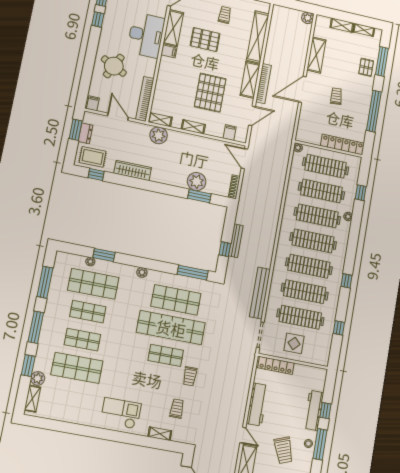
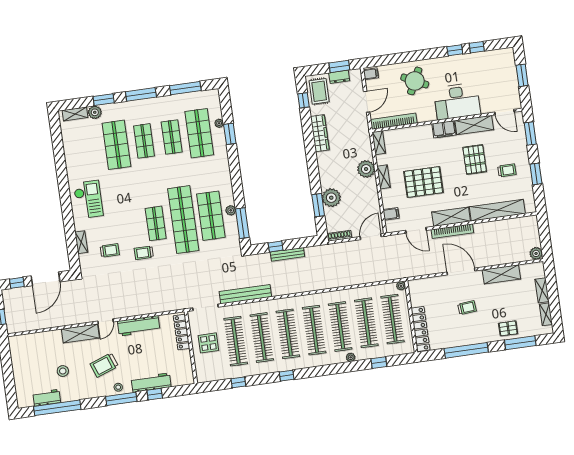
filing cabinet: (169, 51) -> (444, 129), width x2.00
plant: (159, 135) -> (366, 169), moved
plant: (142, 272) -> (231, 210), moved

